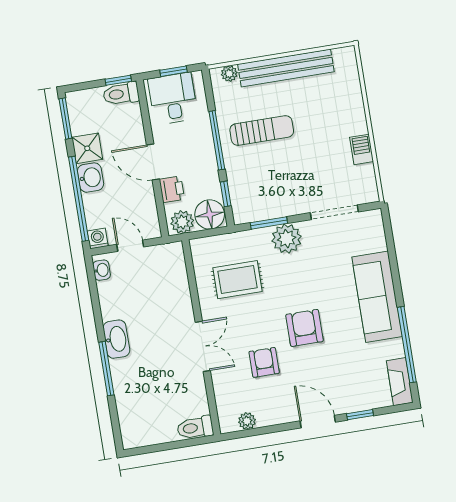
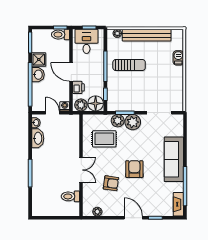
barbecue: (362, 149) -> (178, 58), moved
washing machine: (98, 239) -> (65, 106), moved
plant: (257, 241) -> (118, 121), added
washbasin: (116, 339) -> (38, 138), moved
armchair: (264, 362) -> (111, 183), turned 98
toilet: (195, 428) -> (70, 196), moved

